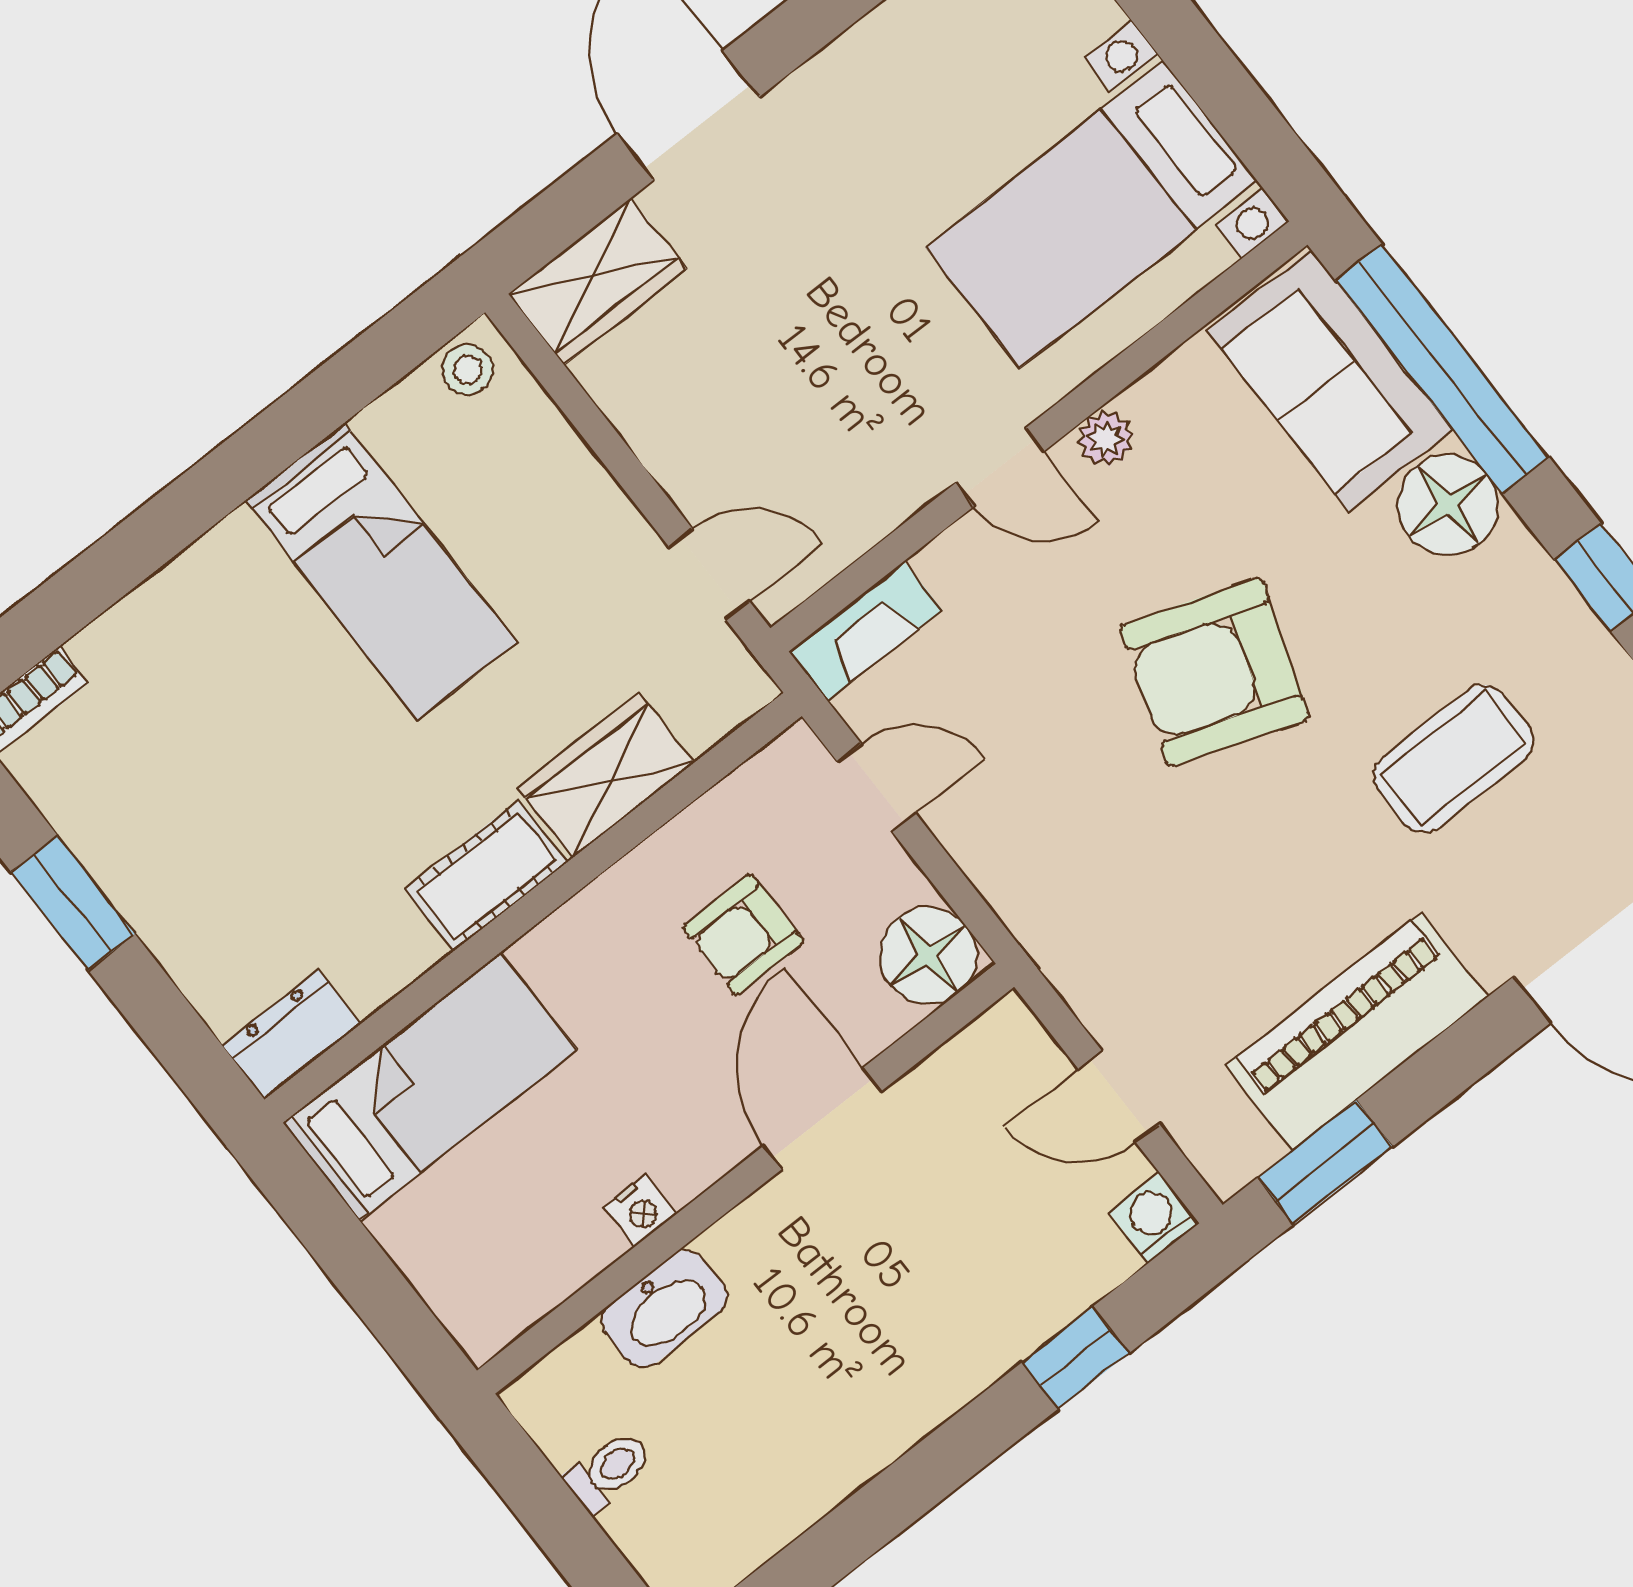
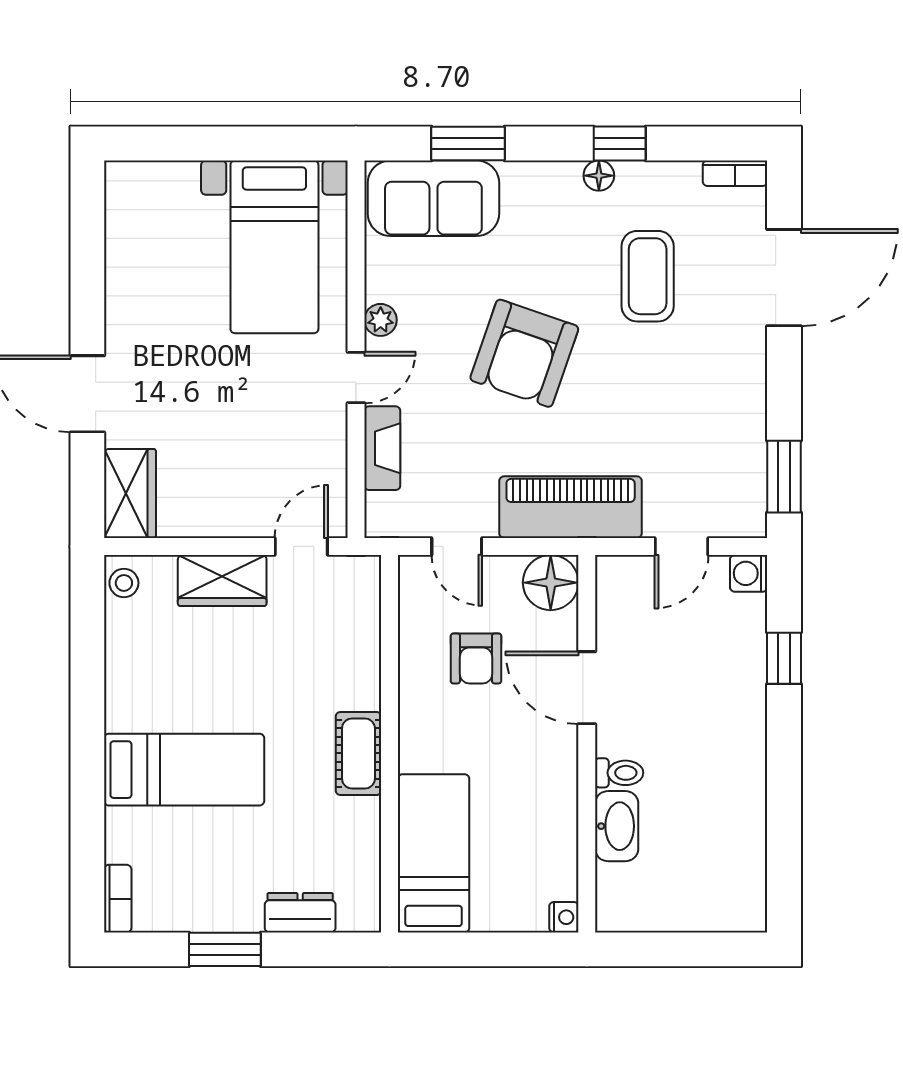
window: (1442, 369) -> (468, 144), width x0.47
floor lamp: (1448, 505) -> (599, 176), moved, width x0.53, depth x0.53
bed: (381, 571) -> (184, 770), moved
fireplace: (866, 631) -> (382, 448), moved
wardrobe: (606, 775) -> (222, 580), moved, turned -90
door: (877, 788) -> (457, 546), swing flipped
piano: (1357, 1031) -> (571, 507), moved, turned 90
dresser: (292, 1034) -> (300, 913), moved, turned 90
nightstand: (641, 1210) -> (564, 917), moved
toilet: (609, 1471) -> (619, 773), moved, turned 90

